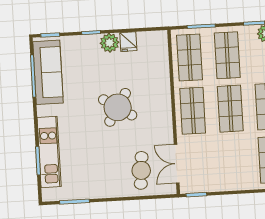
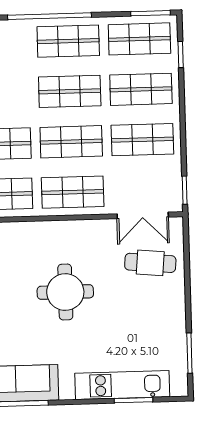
round table: (118, 107) -> (65, 292), turned -32
shop shelf: (233, 162) -> (142, 140), added

